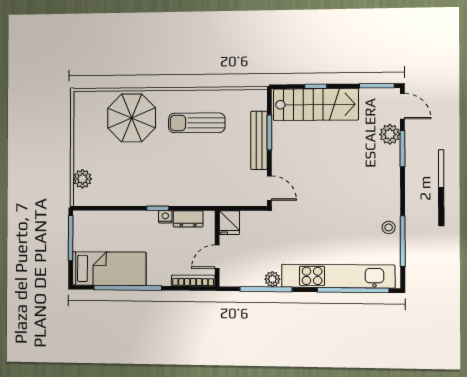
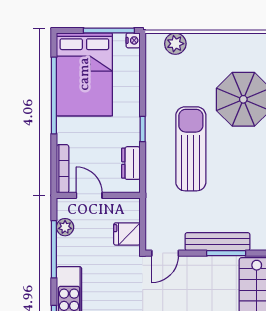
sun lounger: (197, 123) -> (191, 149), moved, width x1.36, depth x1.34
nightstand: (165, 217) -> (133, 40), moved
fridge: (229, 223) -> (127, 234), moved
bed: (109, 269) -> (84, 74), width x1.50
plant: (272, 279) -> (65, 227), moved

